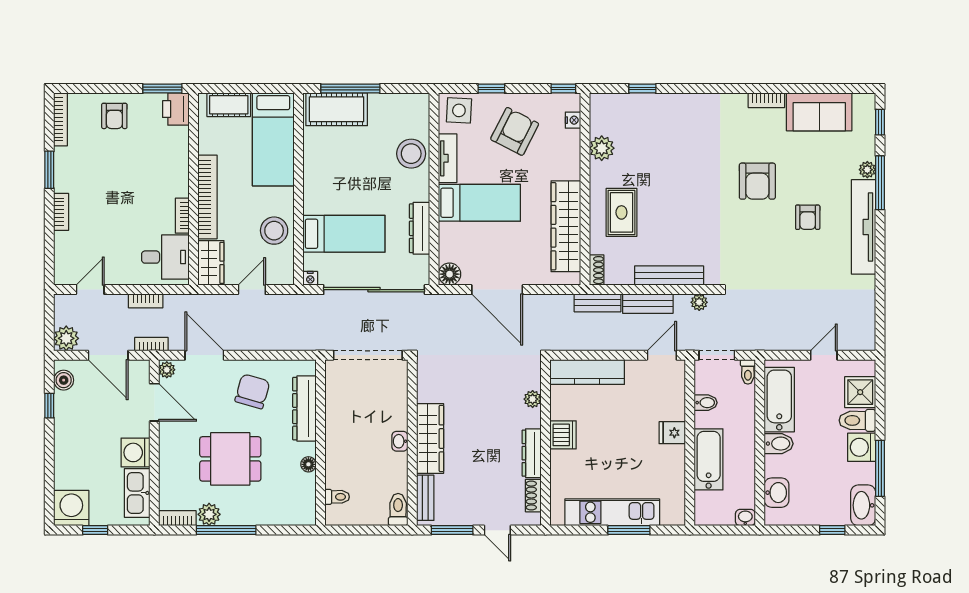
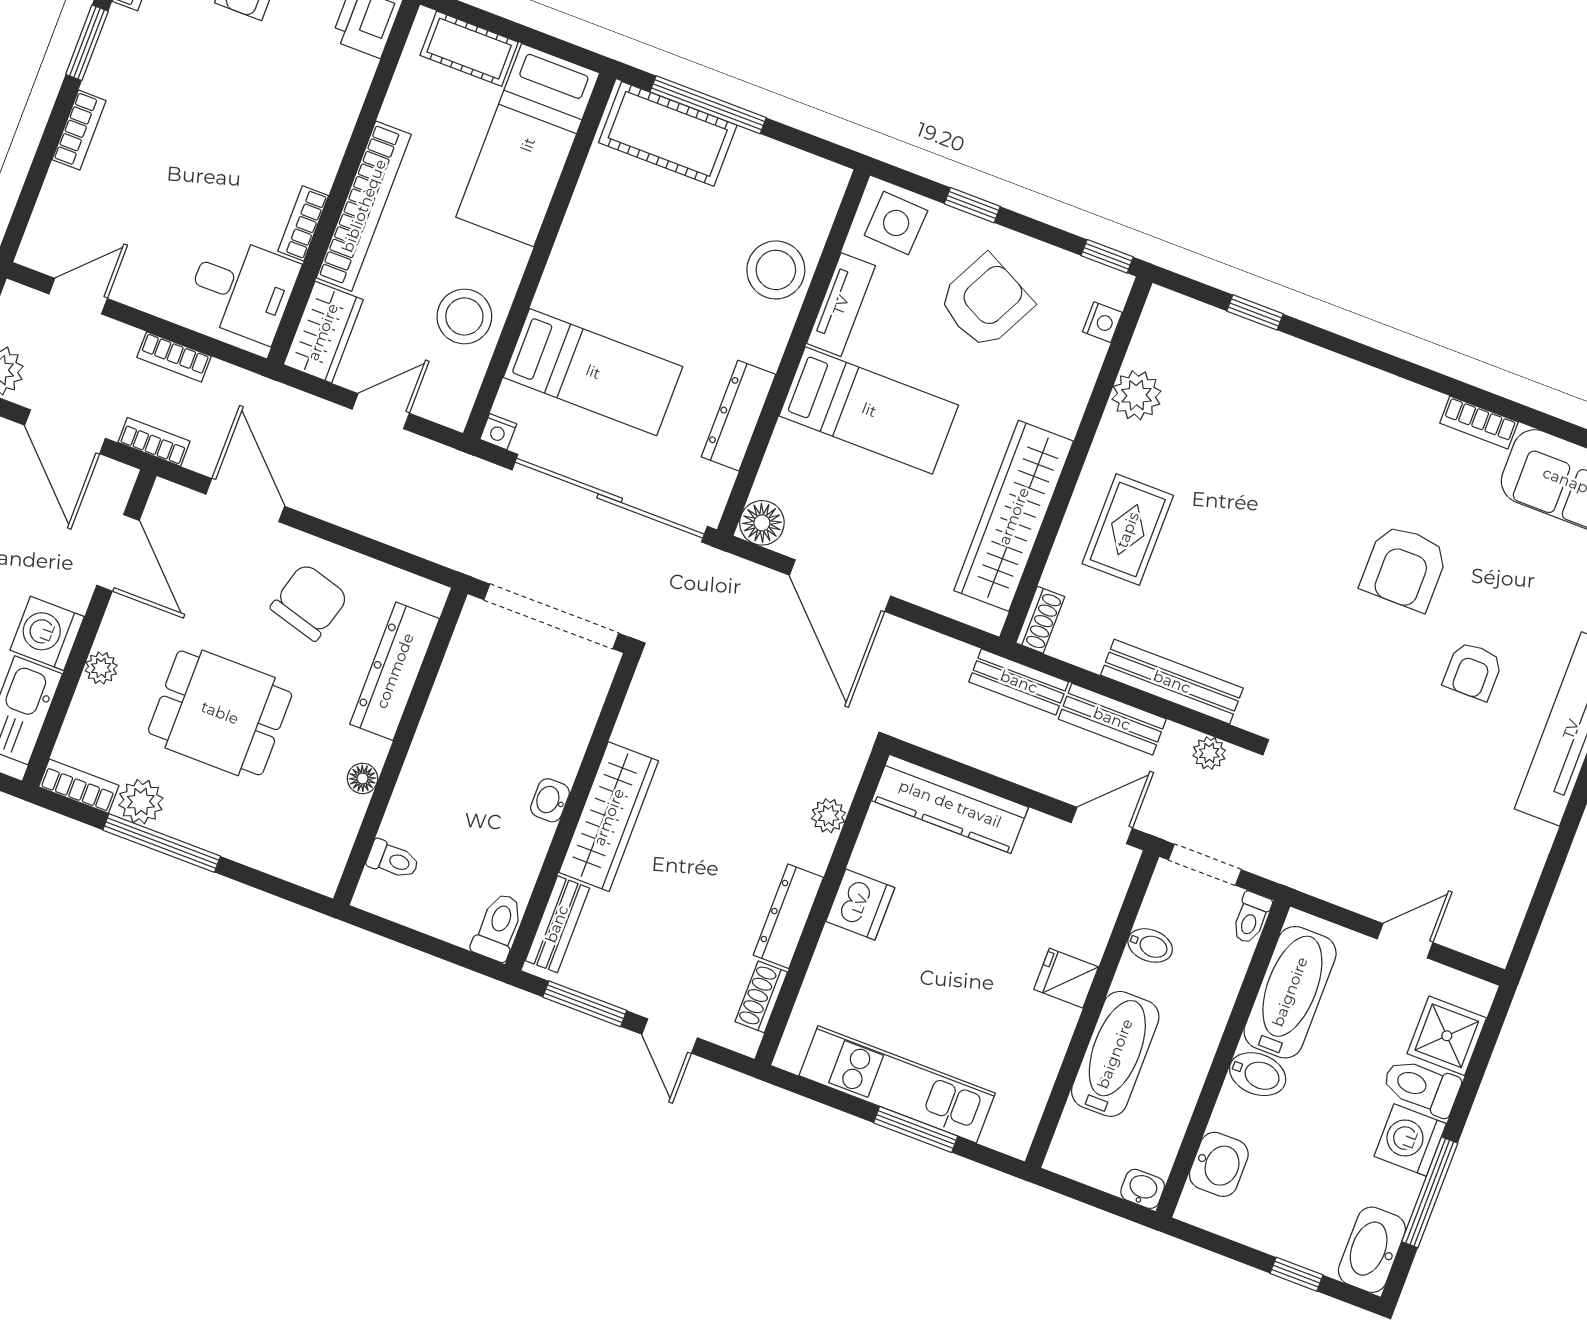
plant: (167, 370) -> (101, 668), moved

